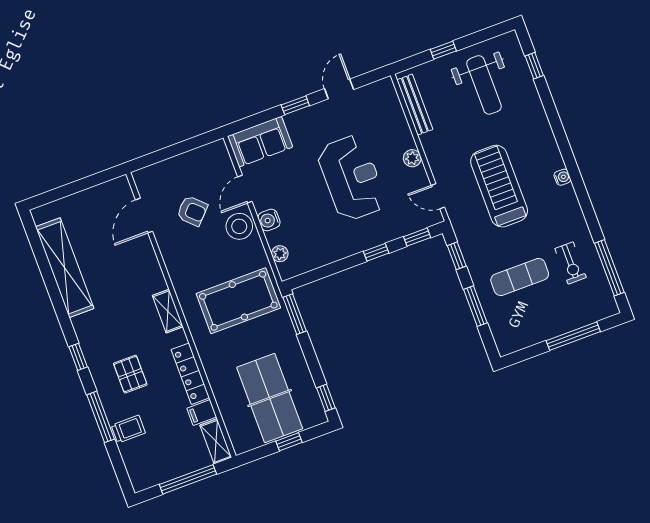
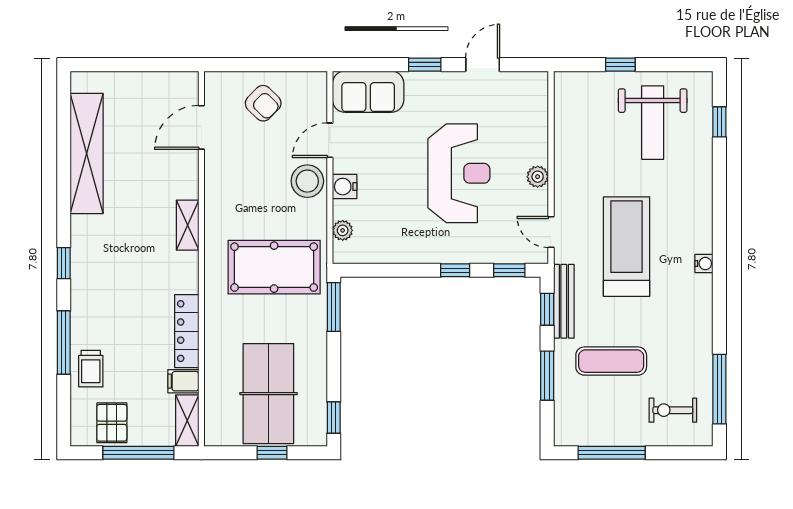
bench: (415, 105) -> (564, 301), moved
armchair: (192, 211) -> (263, 103), moved
exercise bike: (571, 263) -> (673, 410), moved, turned 90
shelving: (168, 311) -> (188, 225), moved
window: (573, 336) -> (612, 453), moved
pallet: (130, 374) -> (112, 423), moved
trolley: (128, 429) -> (91, 369), turned 90

